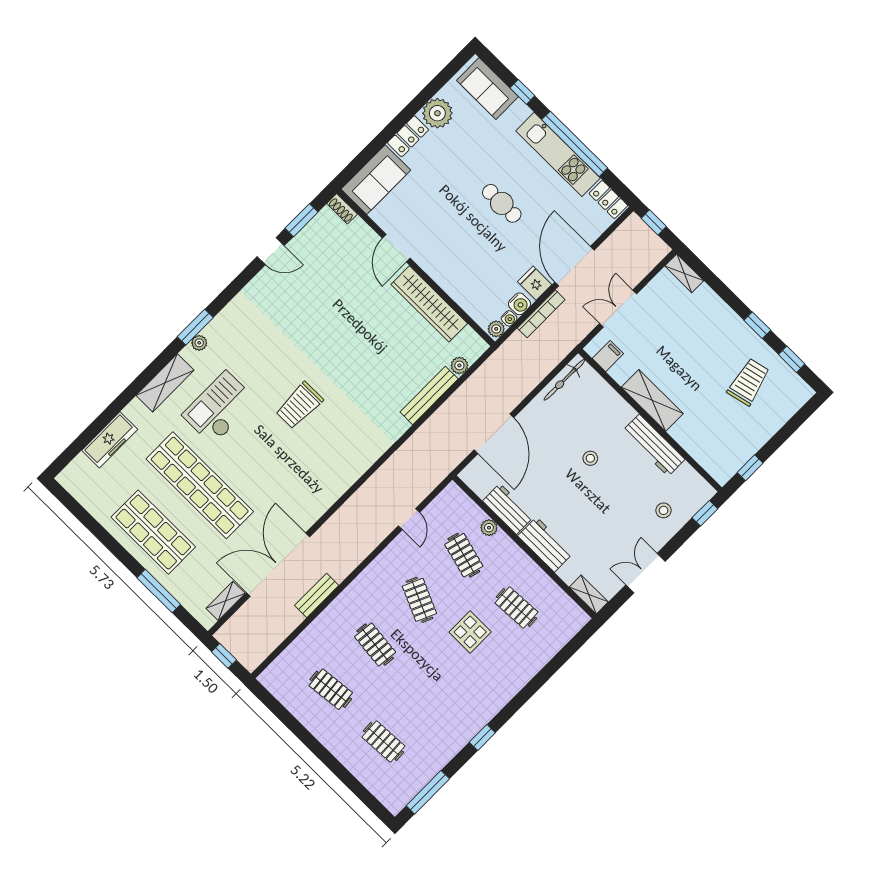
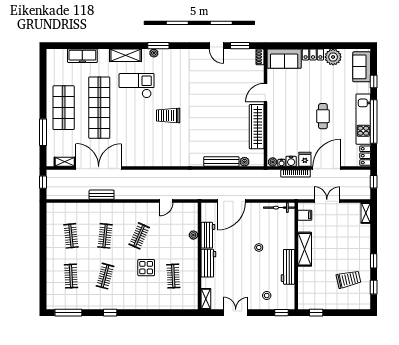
clothes rail: (464, 555) -> (105, 276), moved

